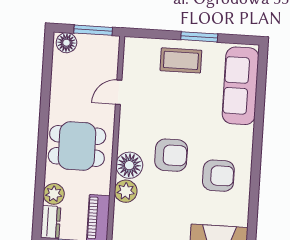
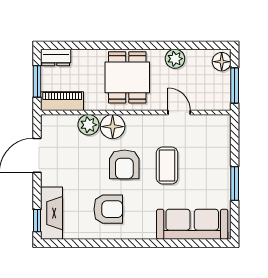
coffee table: (181, 60) -> (167, 165), moved
armchair: (218, 176) -> (108, 209), turned -90
plant: (54, 194) -> (175, 59), moved

